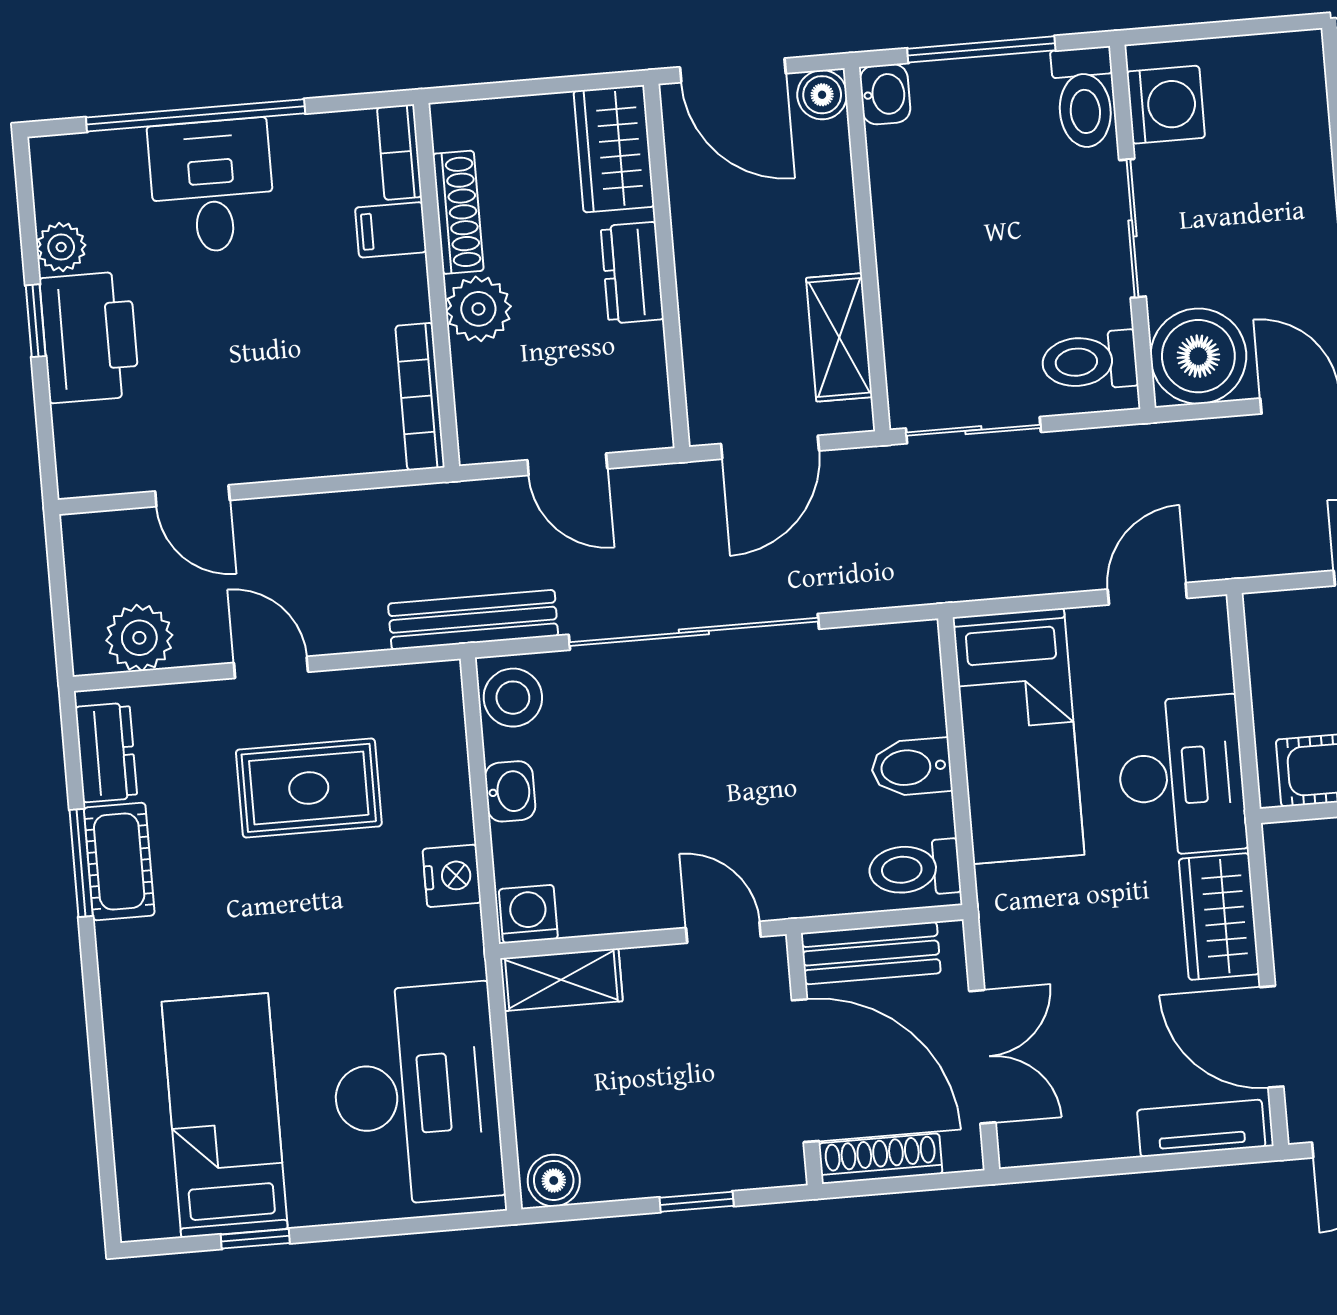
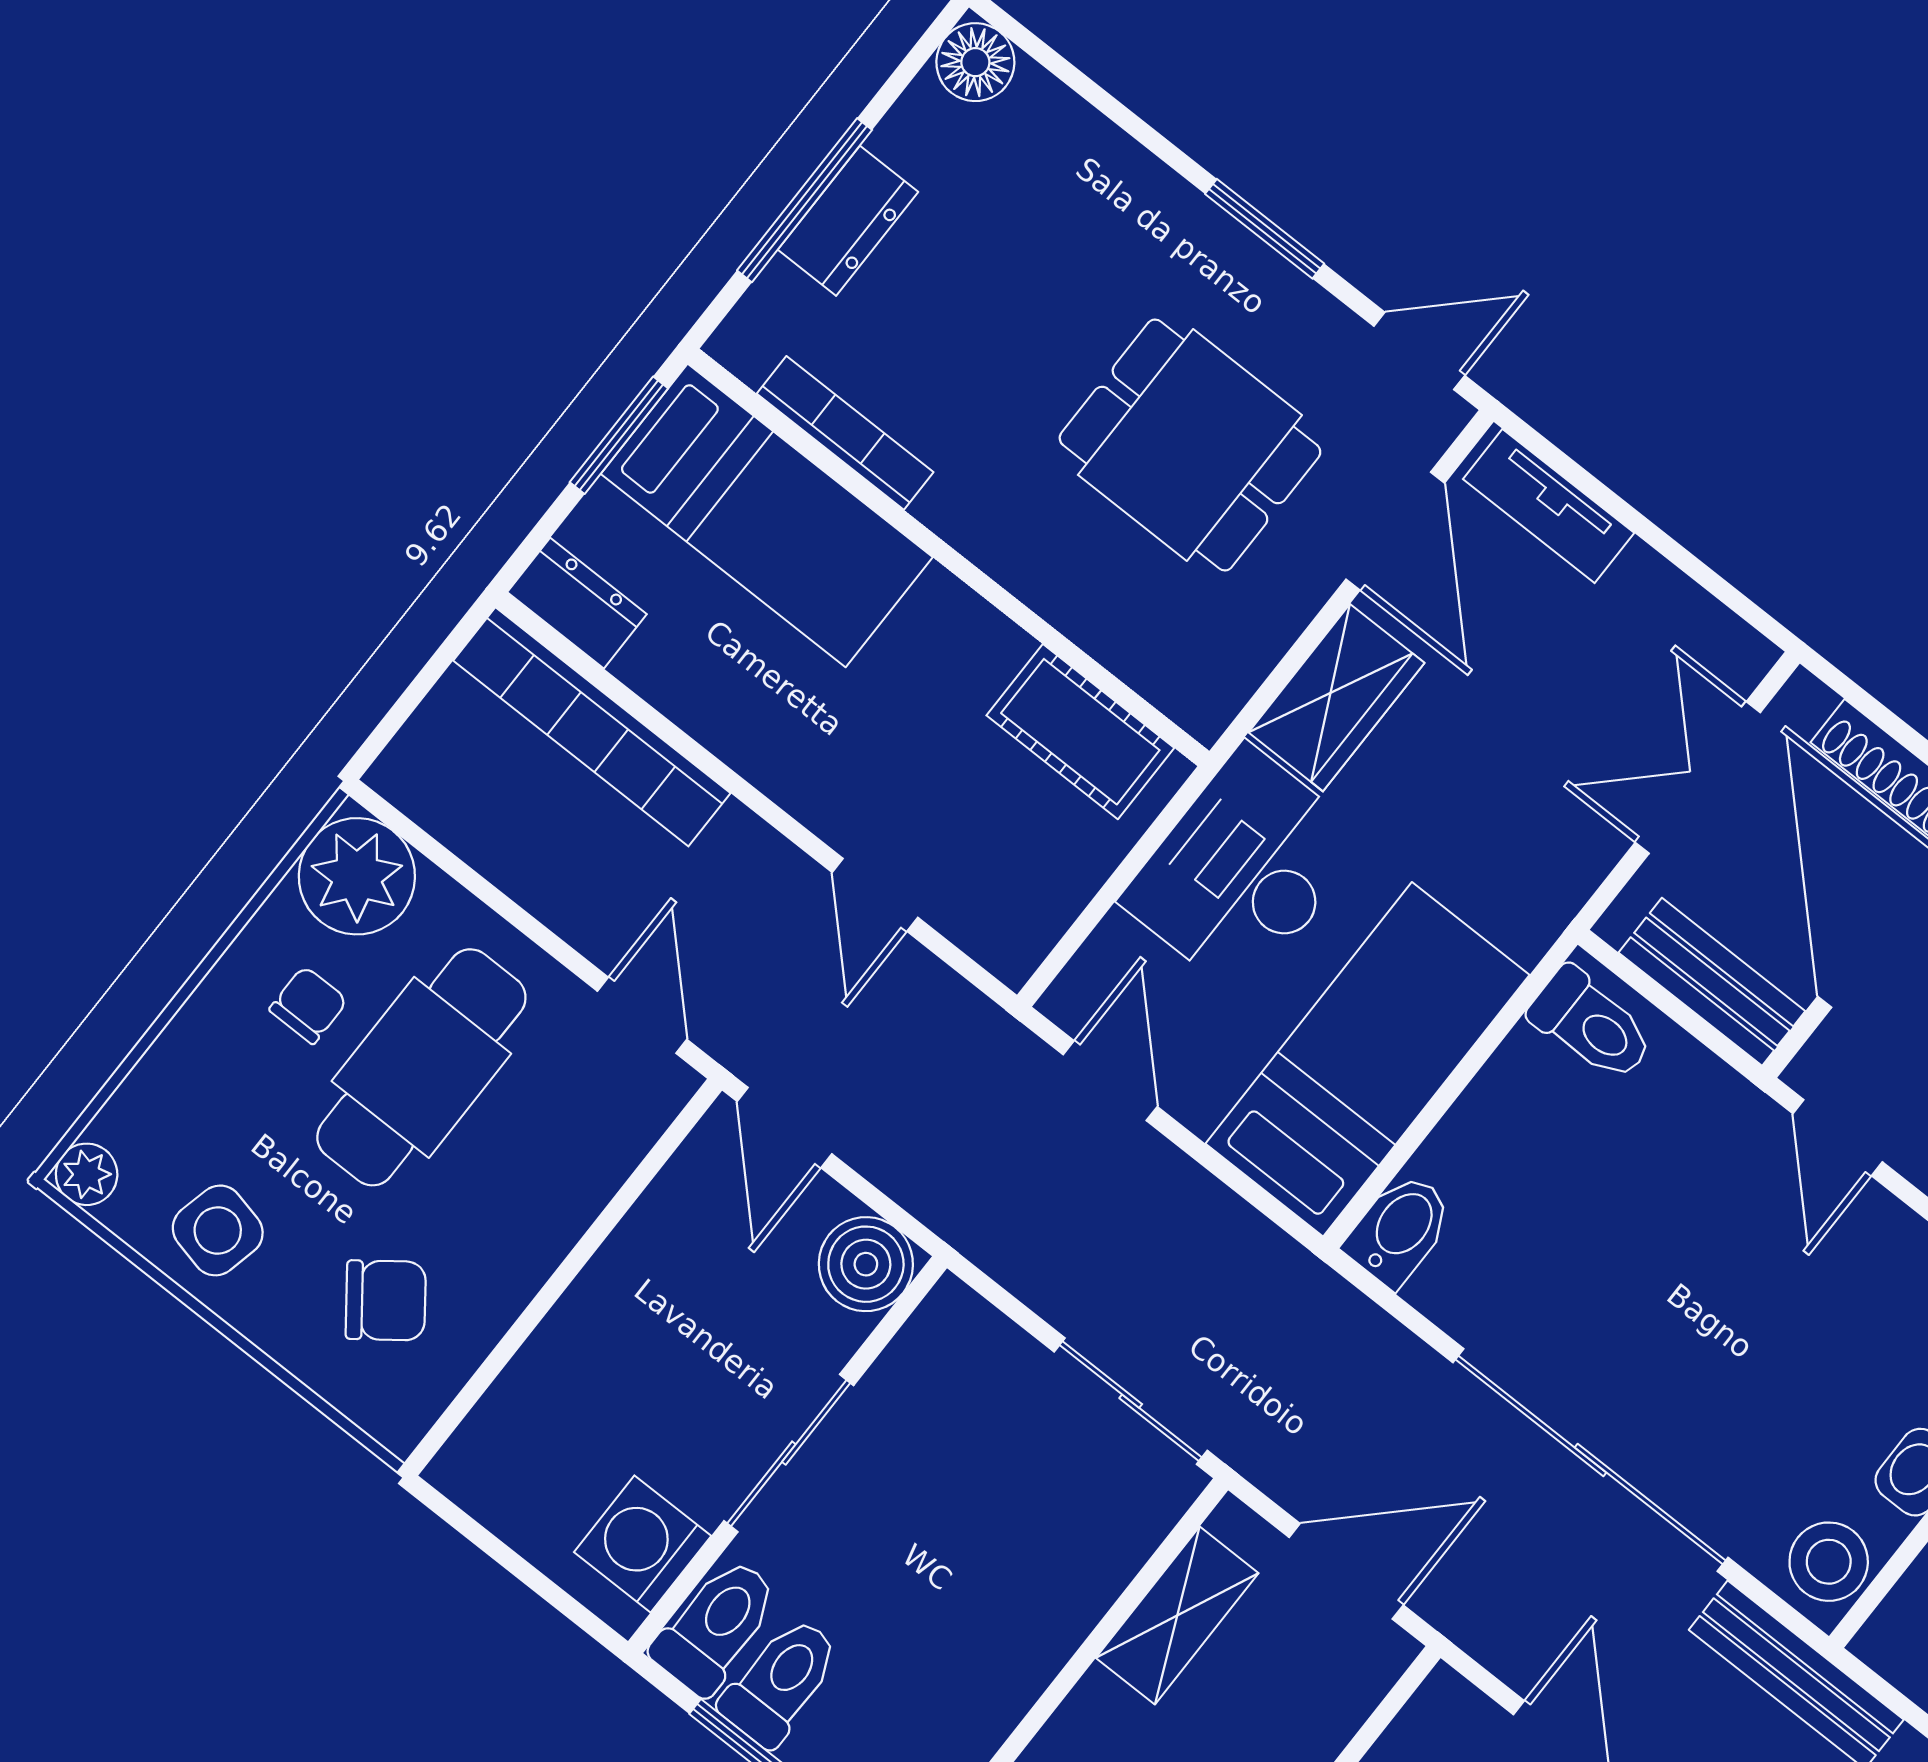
boiler: (1198, 356) -> (866, 1264), width x0.73, depth x0.73
toilet: (1089, 361) -> (781, 1681), moved, turned -90
door: (1147, 594) -> (1110, 1081), swing flipped
bidet: (911, 767) -> (1400, 1229), moved, turned -90

